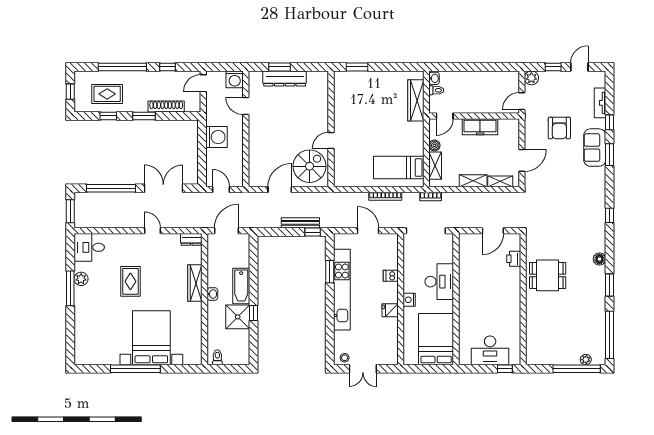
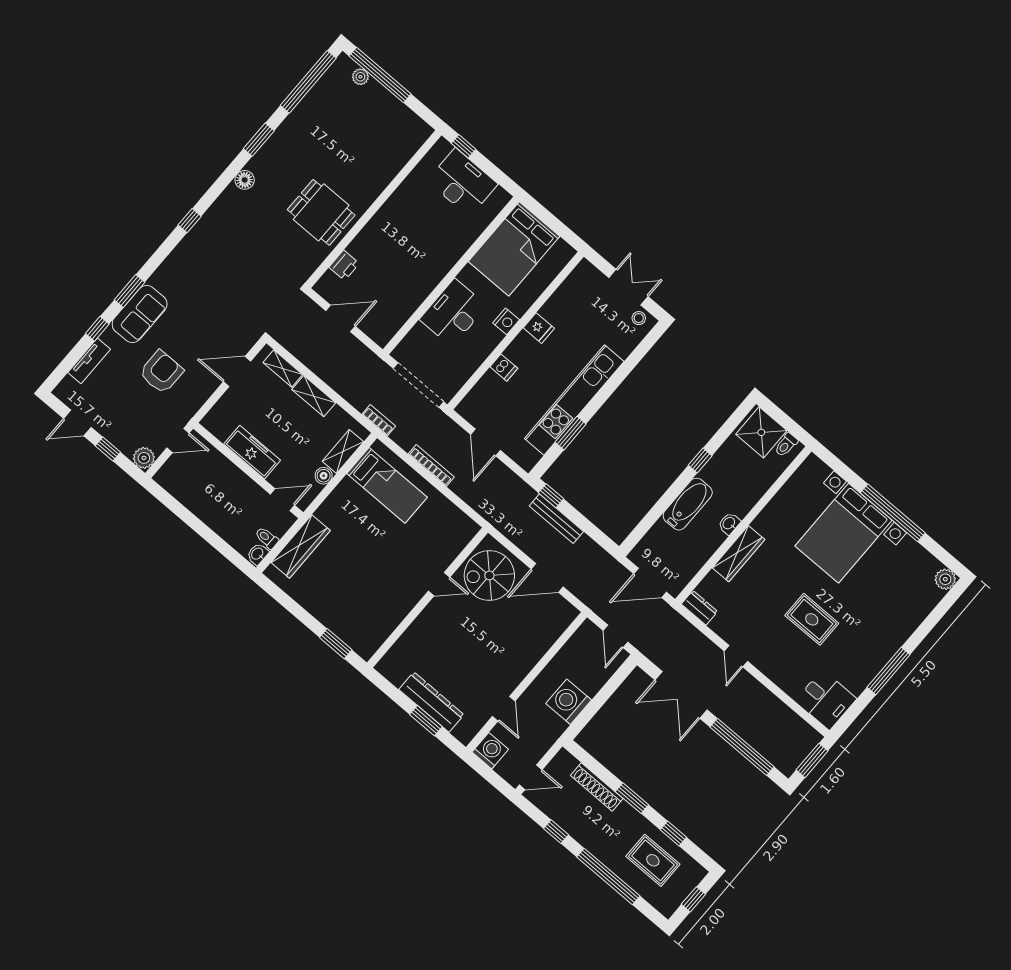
plant: (81, 279) -> (945, 579), moved
rug: (130, 281) -> (812, 619), turned 90
shower: (238, 317) -> (761, 432), moved

